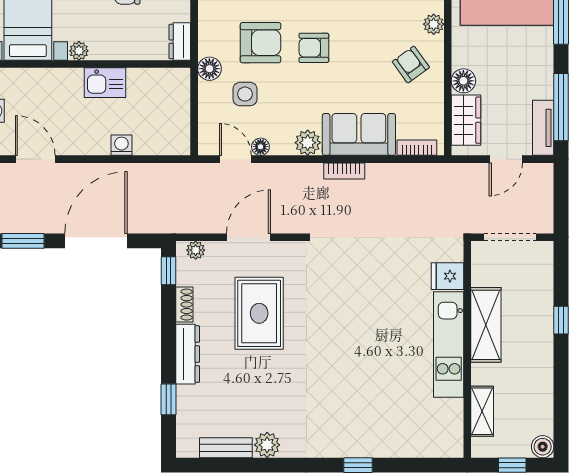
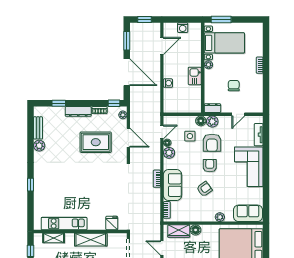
plant: (211, 42) -> (212, 121), added
armchair: (411, 64) -> (204, 189), moved
plant: (308, 143) -> (169, 153), moved
kitchen unit: (449, 344) -> (64, 224), moved

